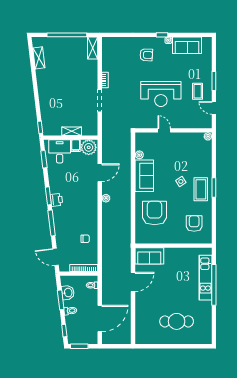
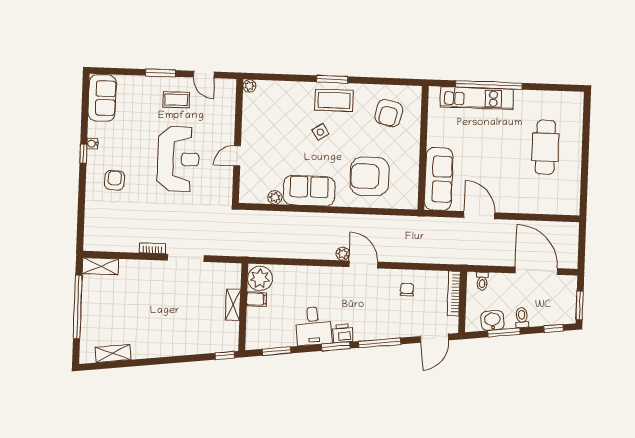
sofa: (187, 45) -> (102, 98), moved
door: (214, 108) -> (204, 75), hinge flipped
desk: (60, 151) -> (313, 326), moved, turned -97
door: (100, 173) -> (363, 264), moved
armchair: (194, 223) -> (389, 113), turned -77
sofa: (149, 256) -> (439, 179), width x1.36

